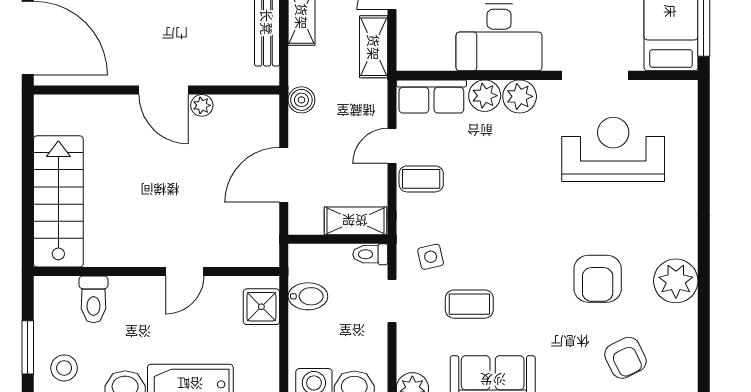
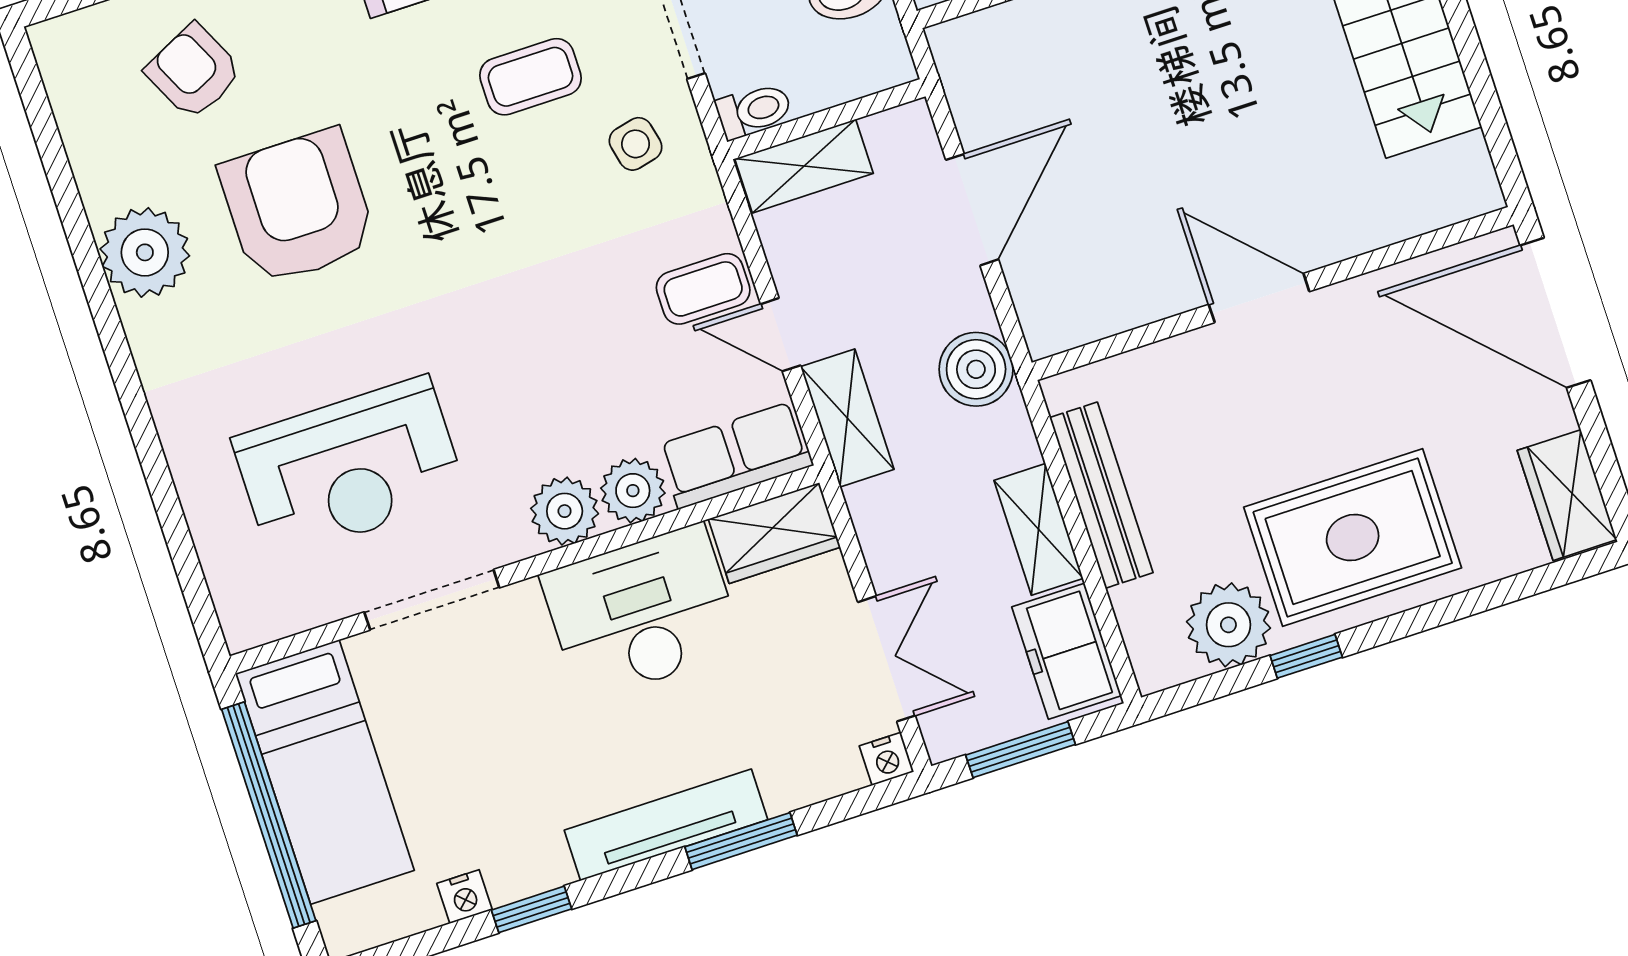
shelving: (374, 47) -> (847, 418), moved
wardrobe: (425, 54) -> (774, 533), added
boiler: (301, 100) -> (976, 369), width x1.36, depth x1.36
plant: (202, 105) -> (1175, 292), removed
door: (392, 146) -> (781, 335), swing flipped
armchair: (598, 279) -> (298, 207), width x1.36, depth x1.36

